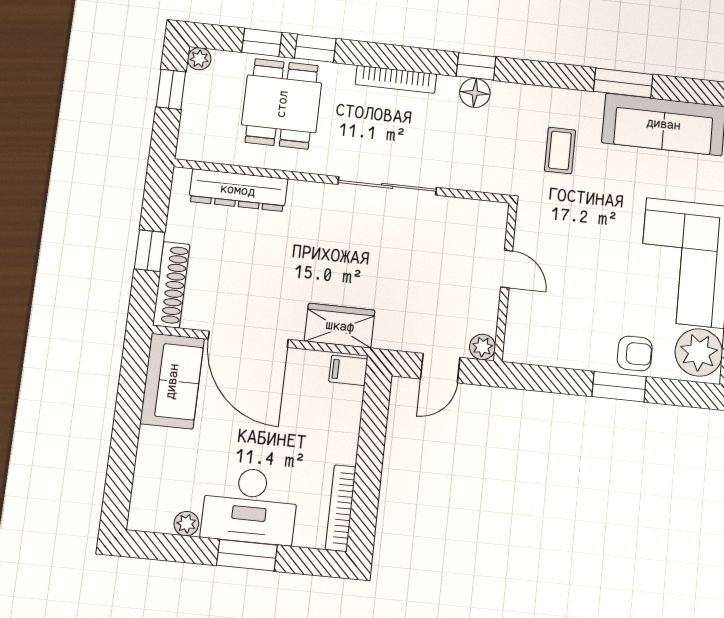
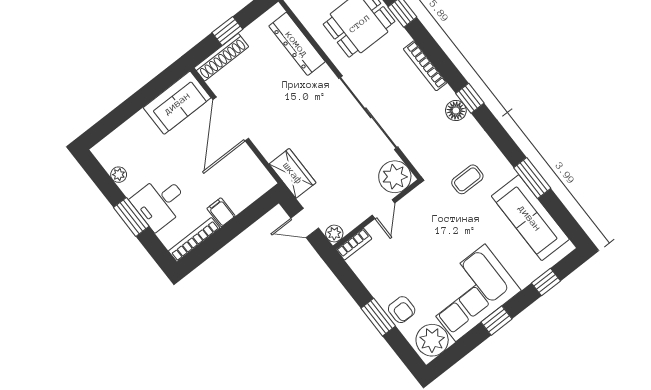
sliding door: (387, 186) -> (368, 113), width x1.36
plant: (483, 224) -> (395, 177), added
wardrobe: (340, 326) -> (293, 173), moved
bookcase: (514, 337) -> (354, 244), added
filing cabinet: (348, 370) -> (221, 212), moved
desk: (250, 506) -> (160, 202), width x0.73

